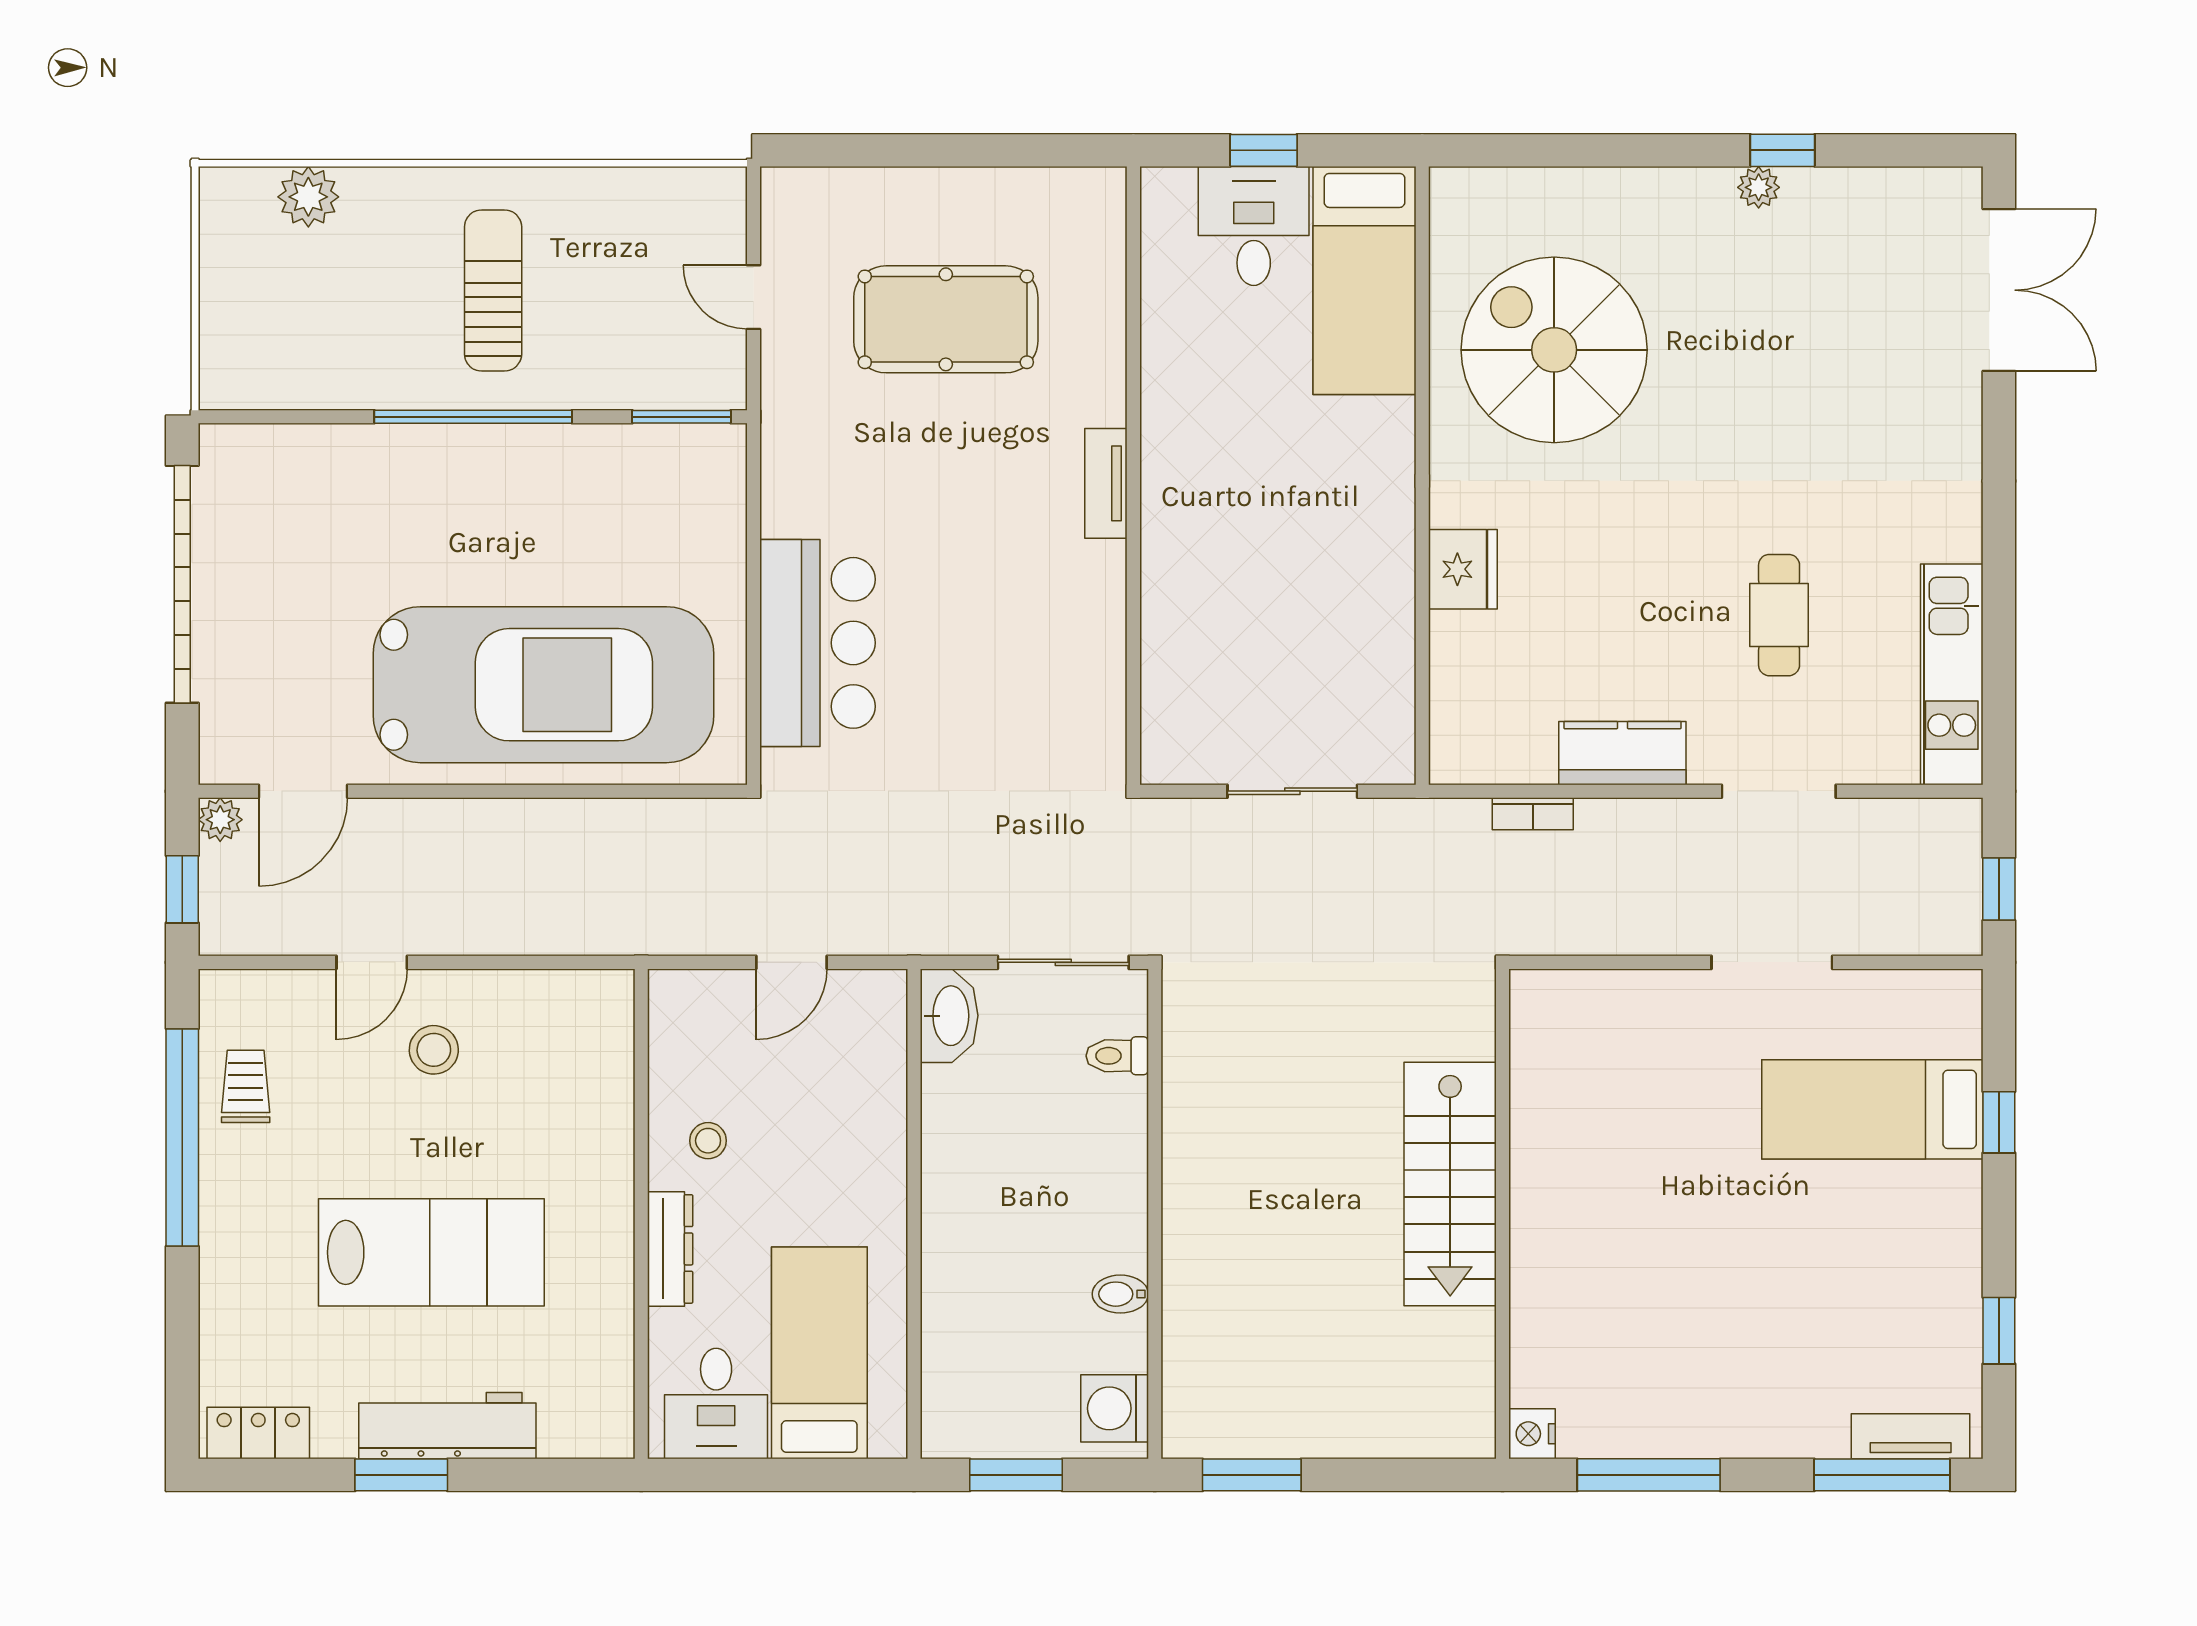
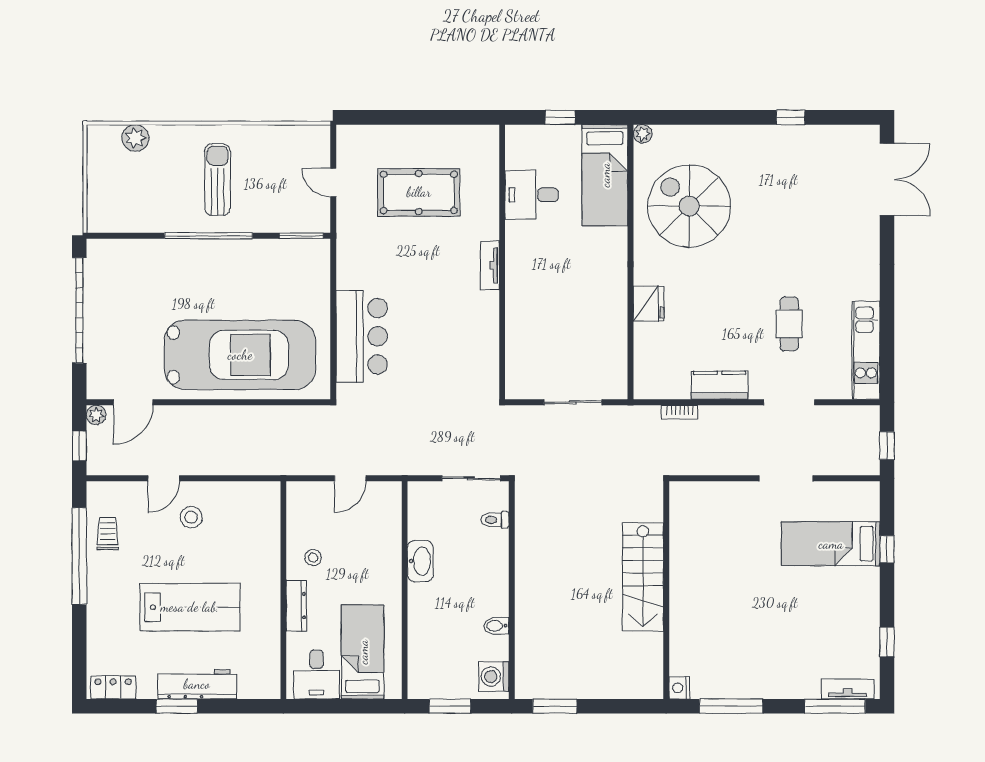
plant: (1759, 187) -> (643, 134), moved
desk: (1254, 226) -> (531, 195), moved, turned -90
washbasin: (949, 1016) -> (420, 561), moved

